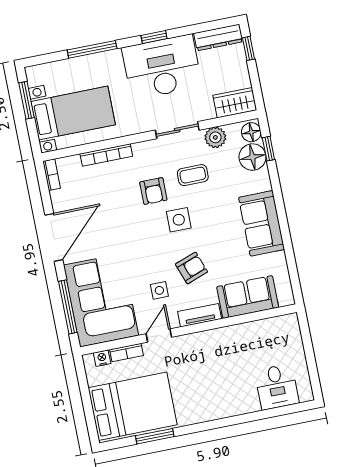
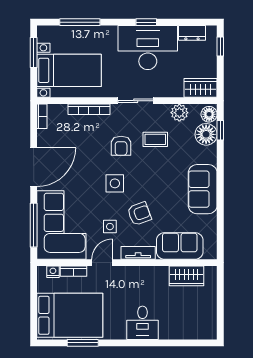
dresser: (218, 37) -> (192, 33), width x0.70
window: (92, 49) -> (80, 22), moved
sliding door: (177, 130) -> (136, 101), moved
side table: (179, 220) -> (115, 183), moved
wardrobe: (263, 331) -> (186, 276), added
desk: (277, 387) -> (142, 323), moved

